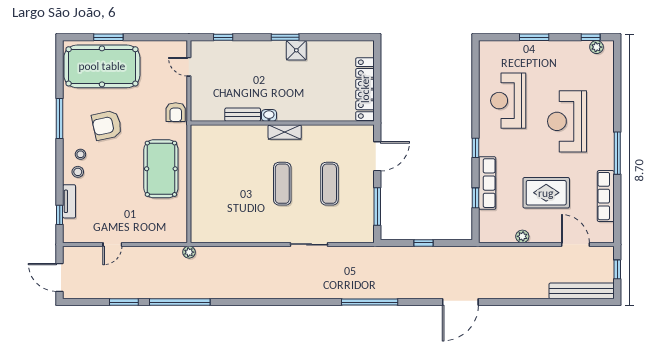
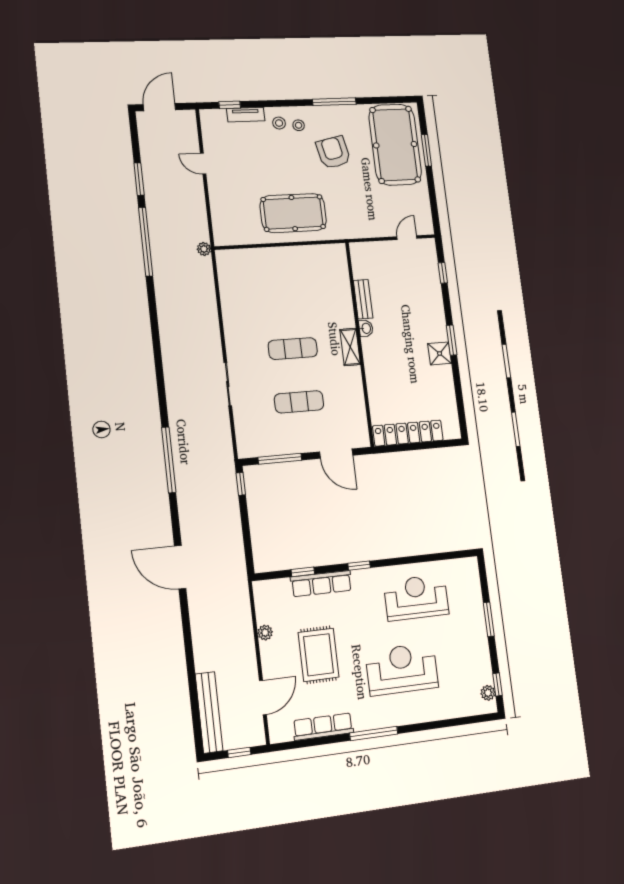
armchair: (176, 112) -> (357, 226), removed
window: (423, 243) -> (241, 484), moved

